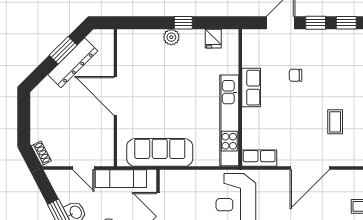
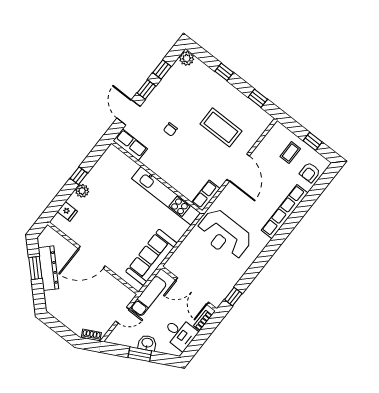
fridge: (213, 39) -> (67, 211), moved
row of seats: (251, 88) -> (130, 145), moved
coffee table: (335, 122) -> (221, 127), width x1.86, depth x1.72

